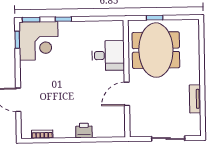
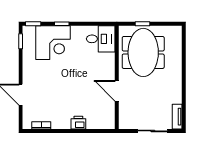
corner desk: (39, 41) -> (53, 43), moved
desk: (108, 55) -> (101, 39), moved
door: (127, 94) -> (117, 91), hinge flipped
tv unit: (195, 99) -> (177, 117), moved

